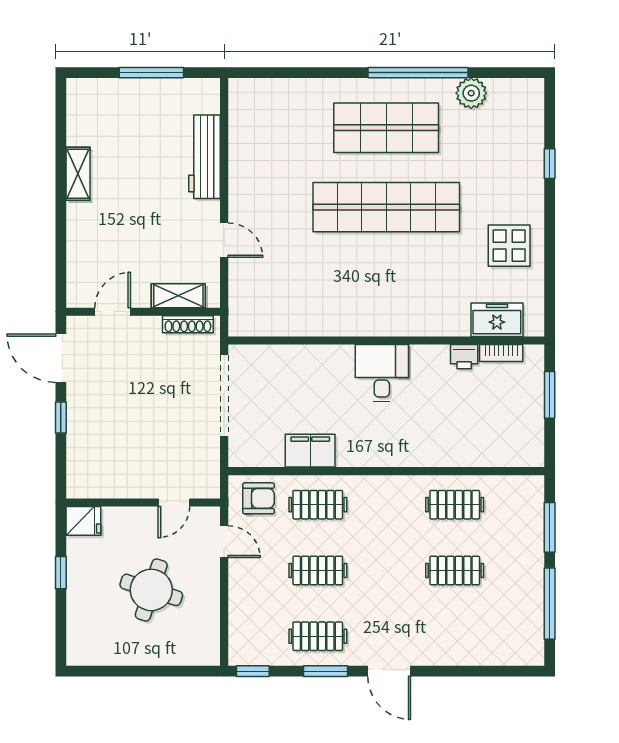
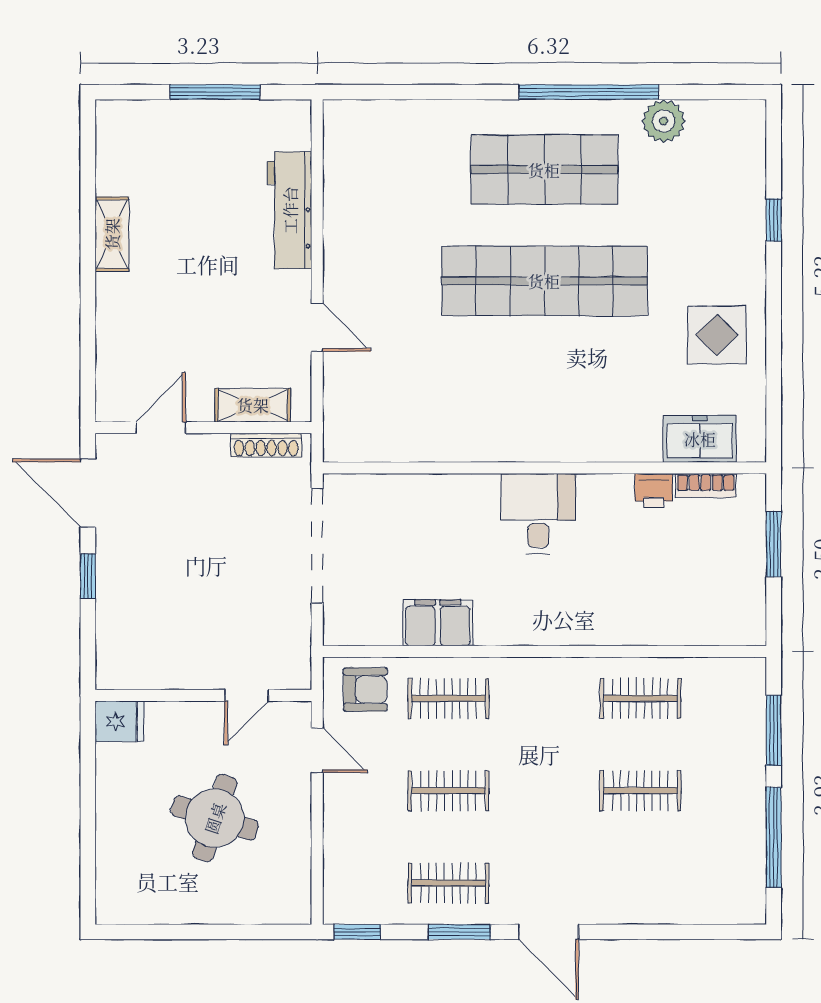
window: (61, 573) -> (88, 794), removed

